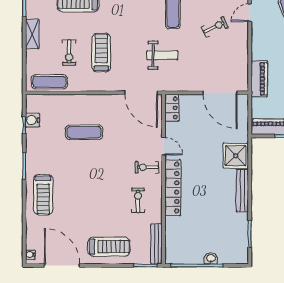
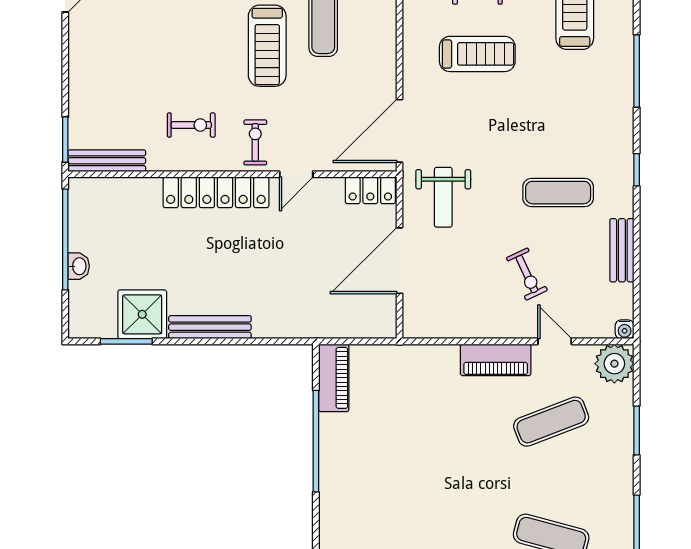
weight bench: (162, 55) -> (443, 197), moved
piano: (259, 79) -> (496, 360), moved
door: (220, 93) -> (399, 261), moved
shower: (236, 156) -> (142, 314), moved
treadmill: (109, 247) -> (267, 46), moved

